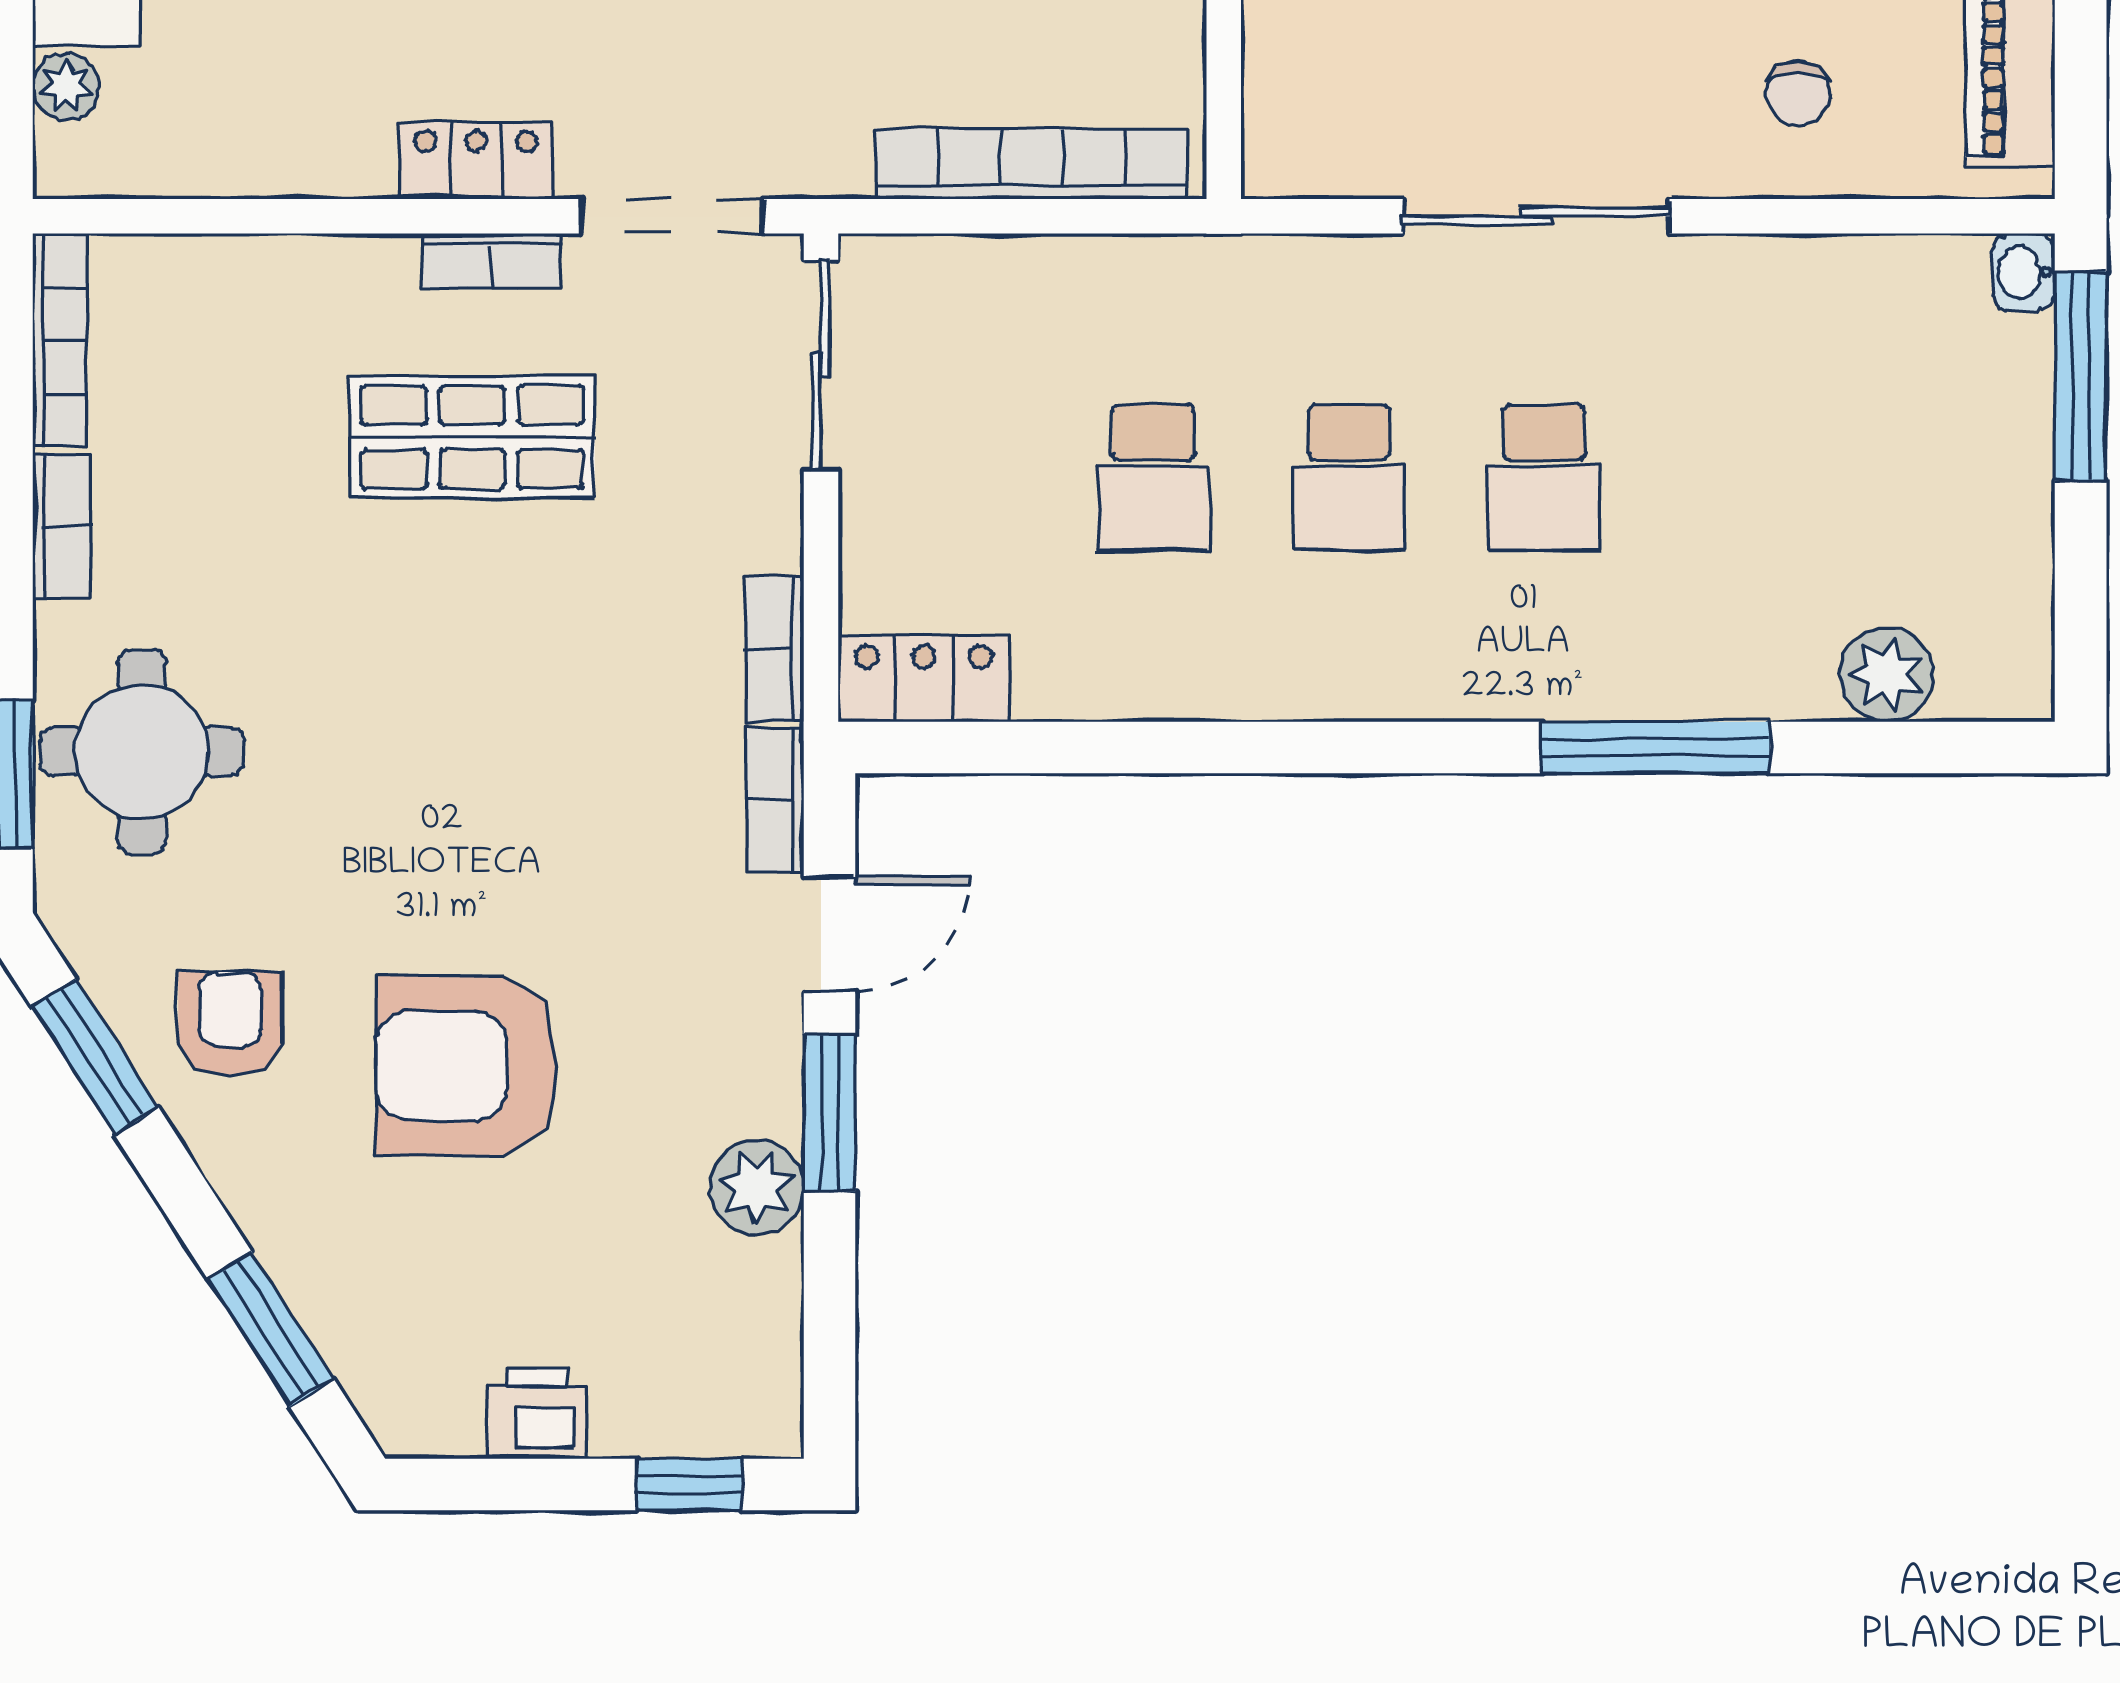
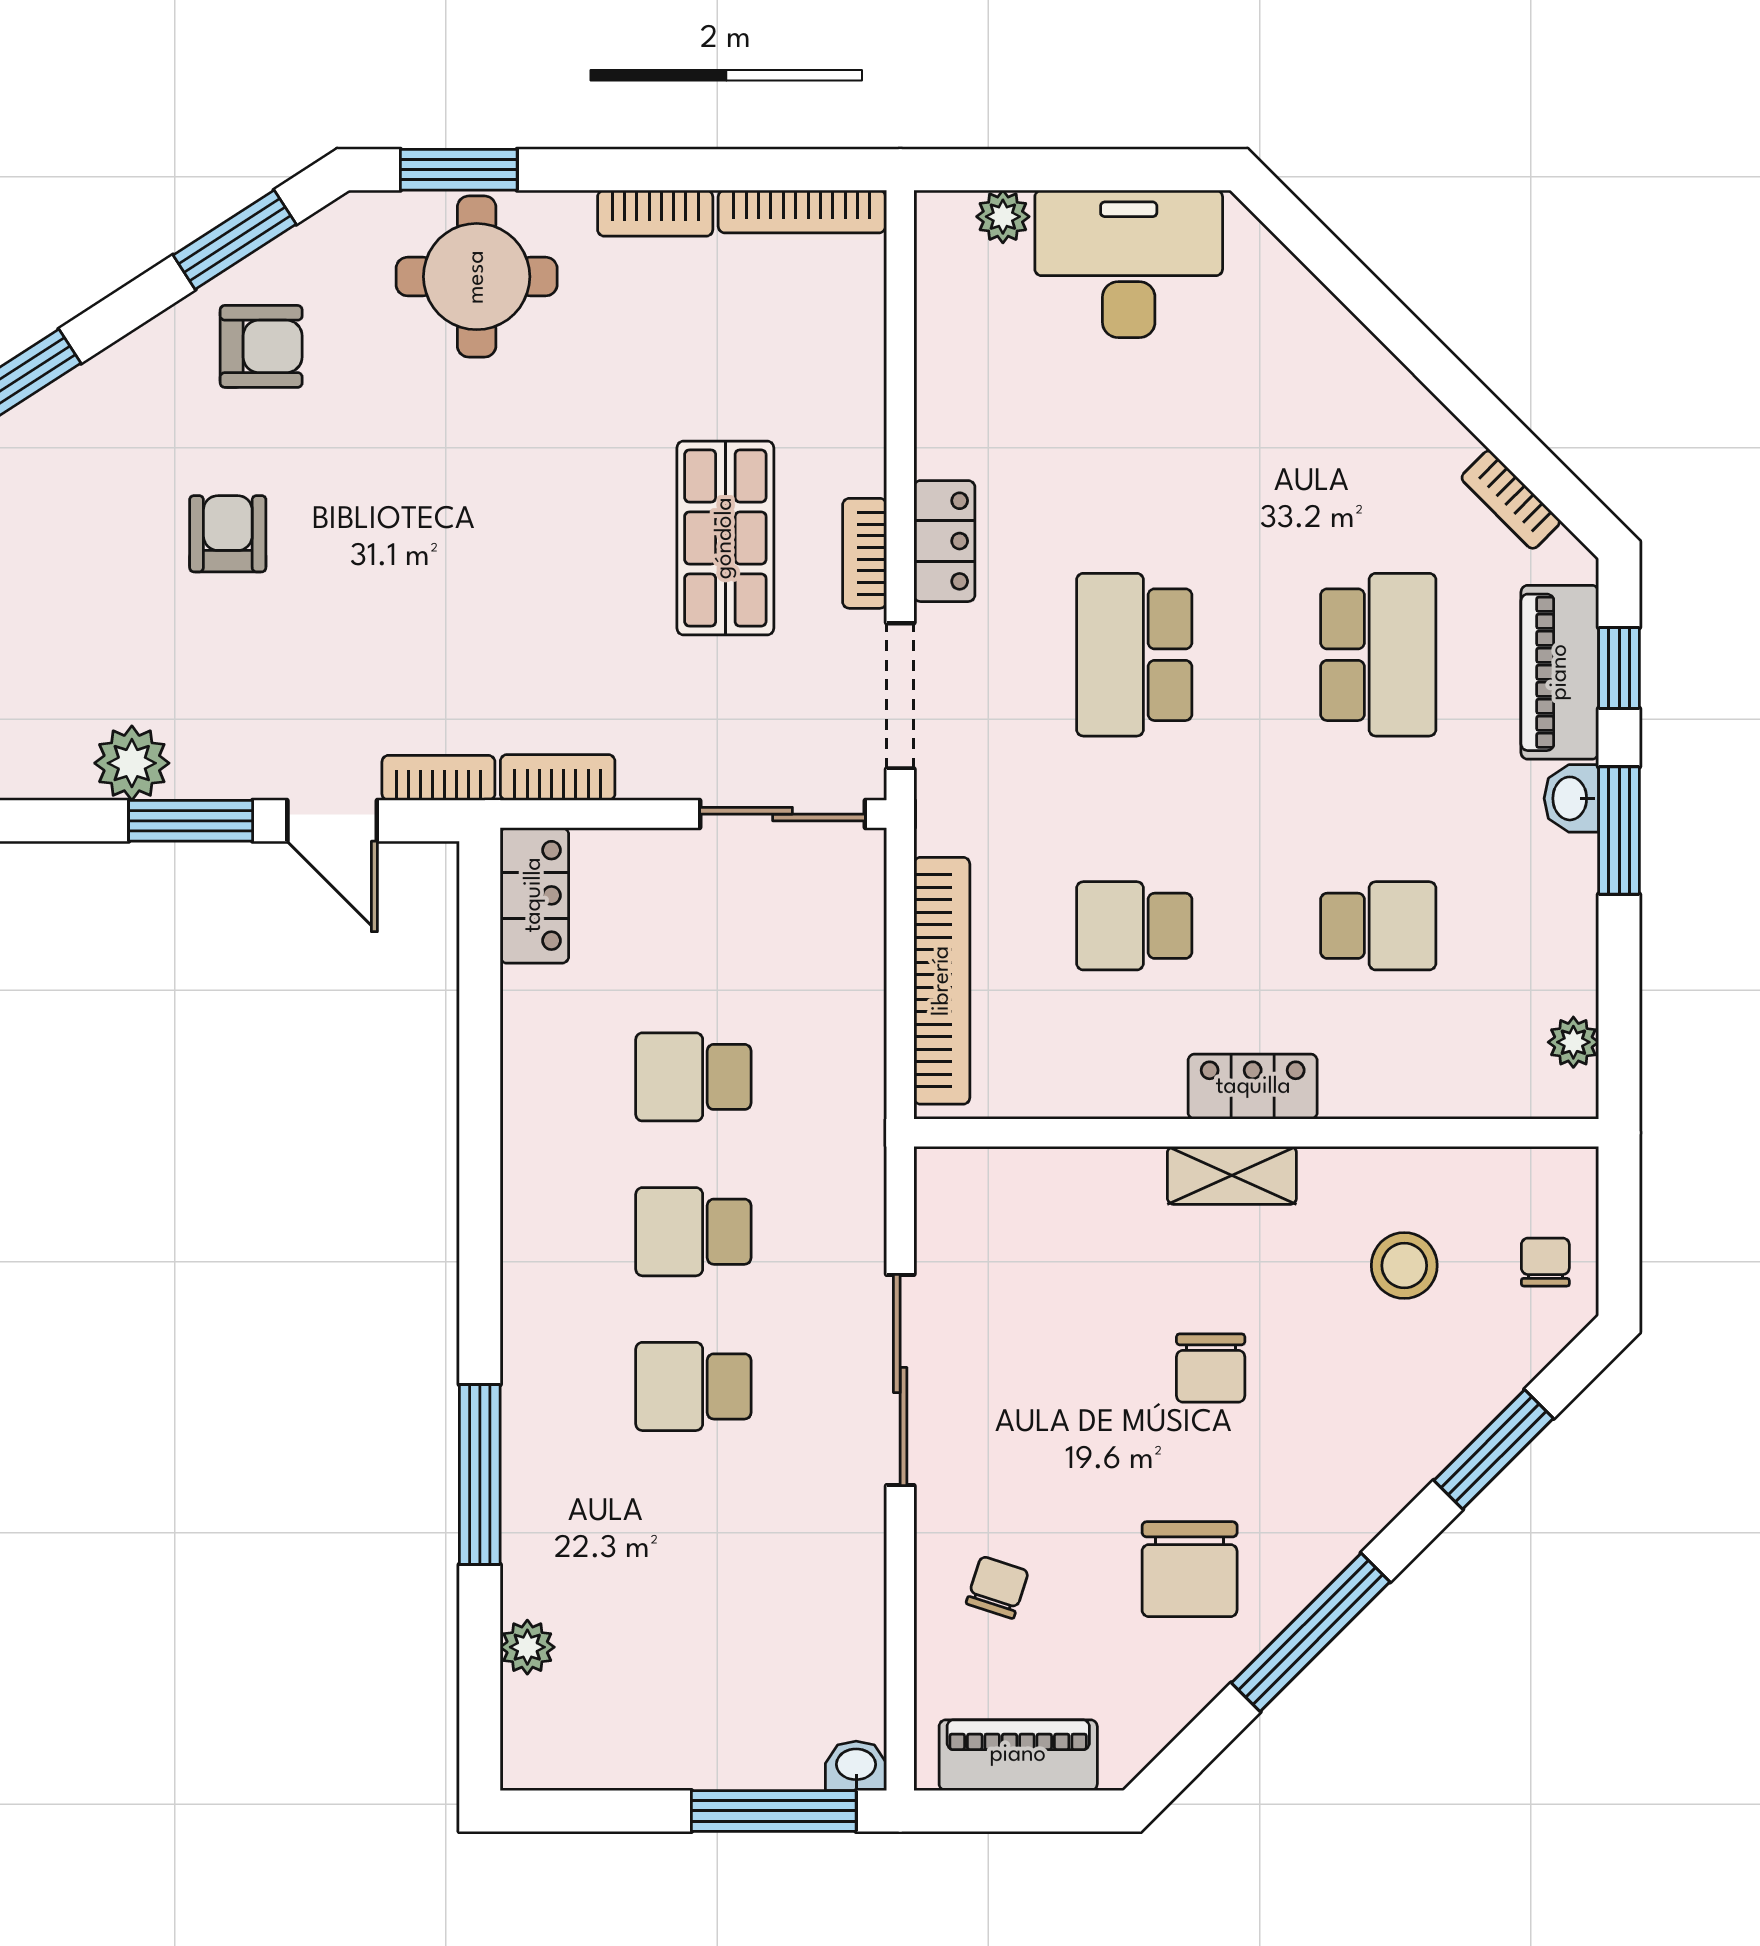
chair: (1798, 94) -> (997, 1587), turned 108
plant: (1886, 675) -> (527, 1647), width x0.73, depth x0.73
armchair: (467, 1066) -> (228, 534), width x0.53, depth x0.53

